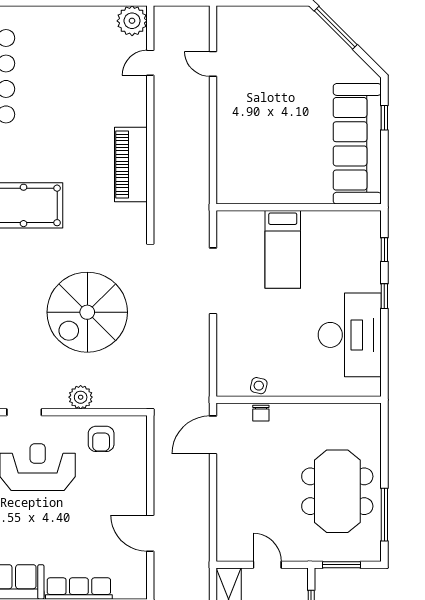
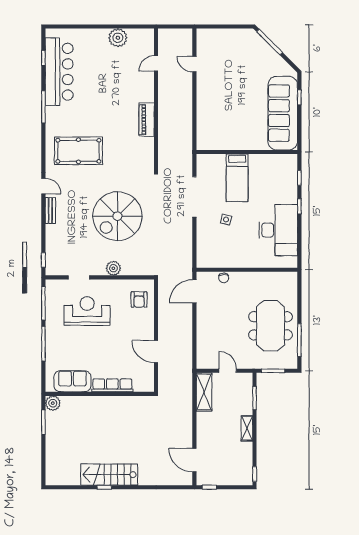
plant: (132, 21) -> (118, 38), moved
piano: (131, 164) -> (147, 120), width x0.73, depth x0.75
side table: (259, 386) -> (226, 220), moved
armchair: (101, 439) -> (139, 299), moved

